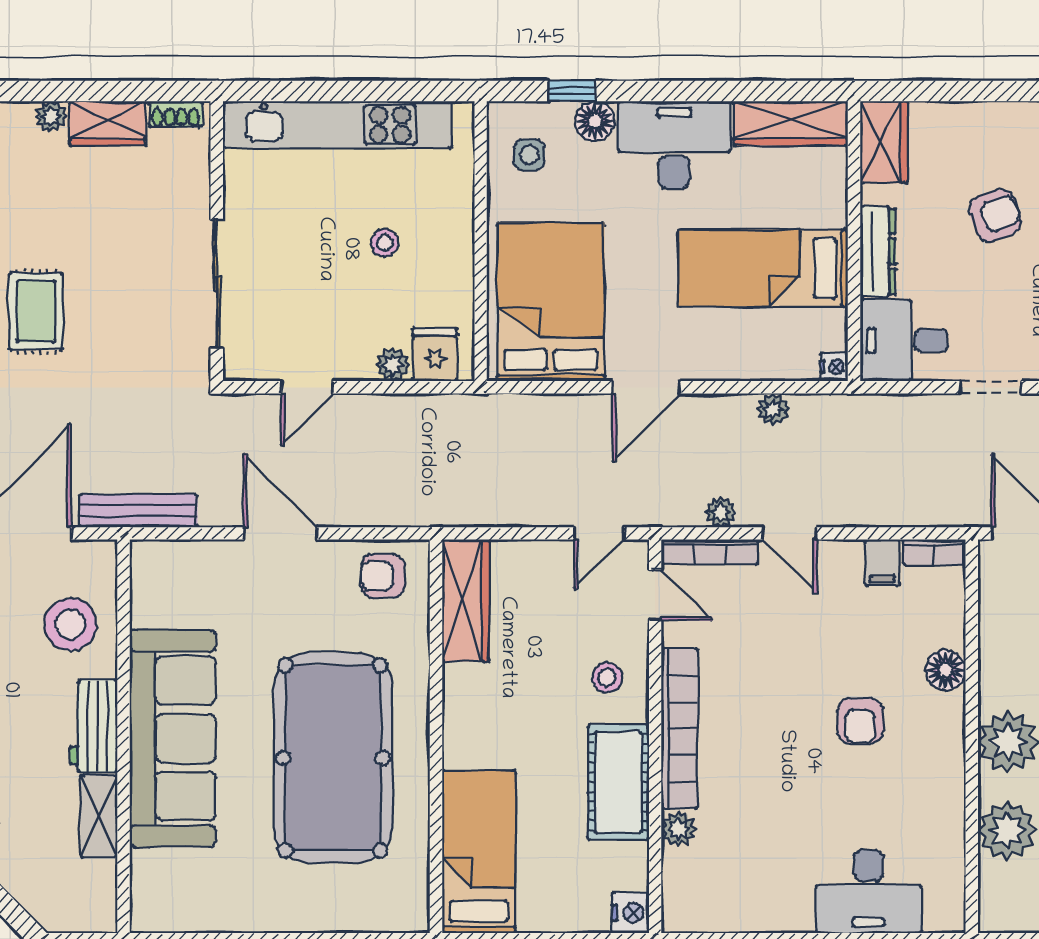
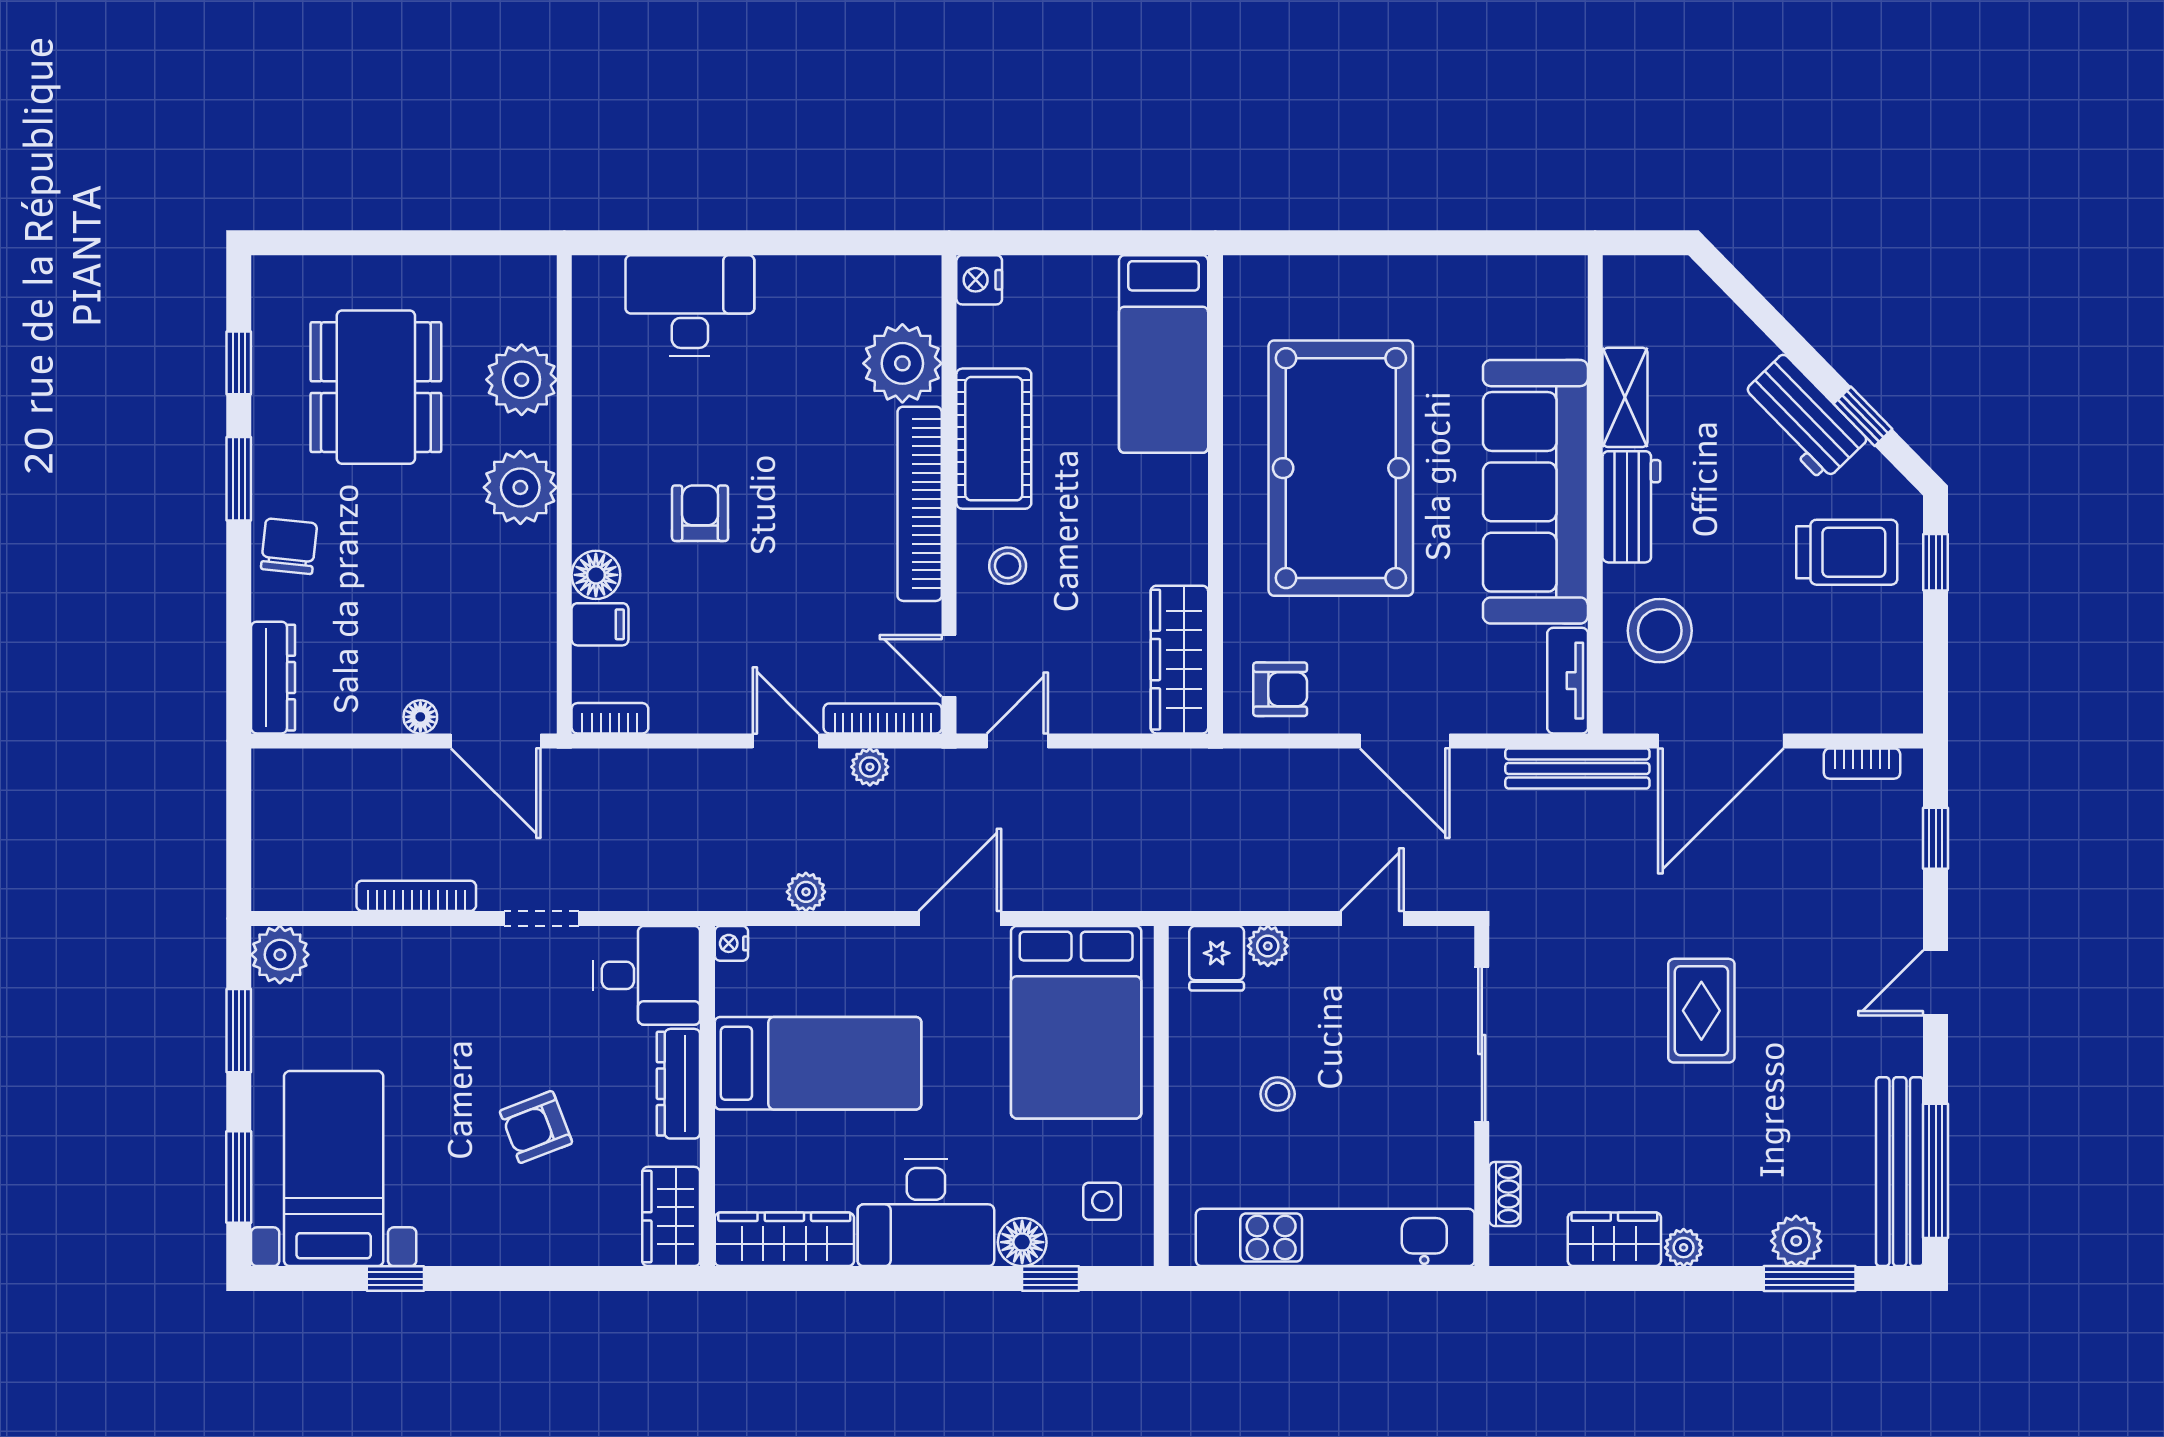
shoe rack: (176, 114) -> (1505, 1194), moved, turned 90
filing cabinet: (882, 563) -> (600, 624), moved, turned 90
tv unit: (146, 583) -> (1568, 681), added
plant: (678, 829) -> (902, 363), width x1.88, depth x1.88

